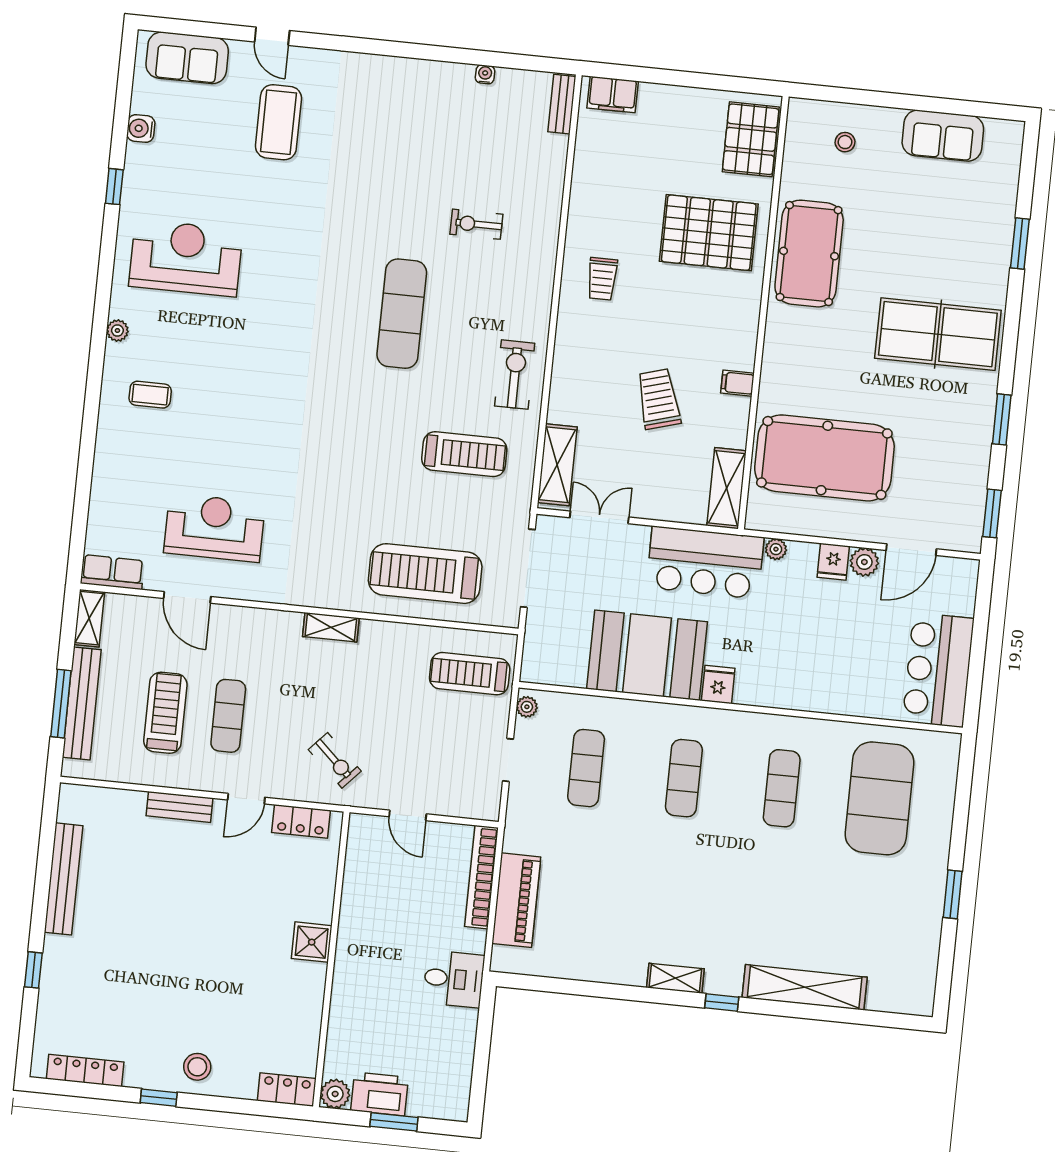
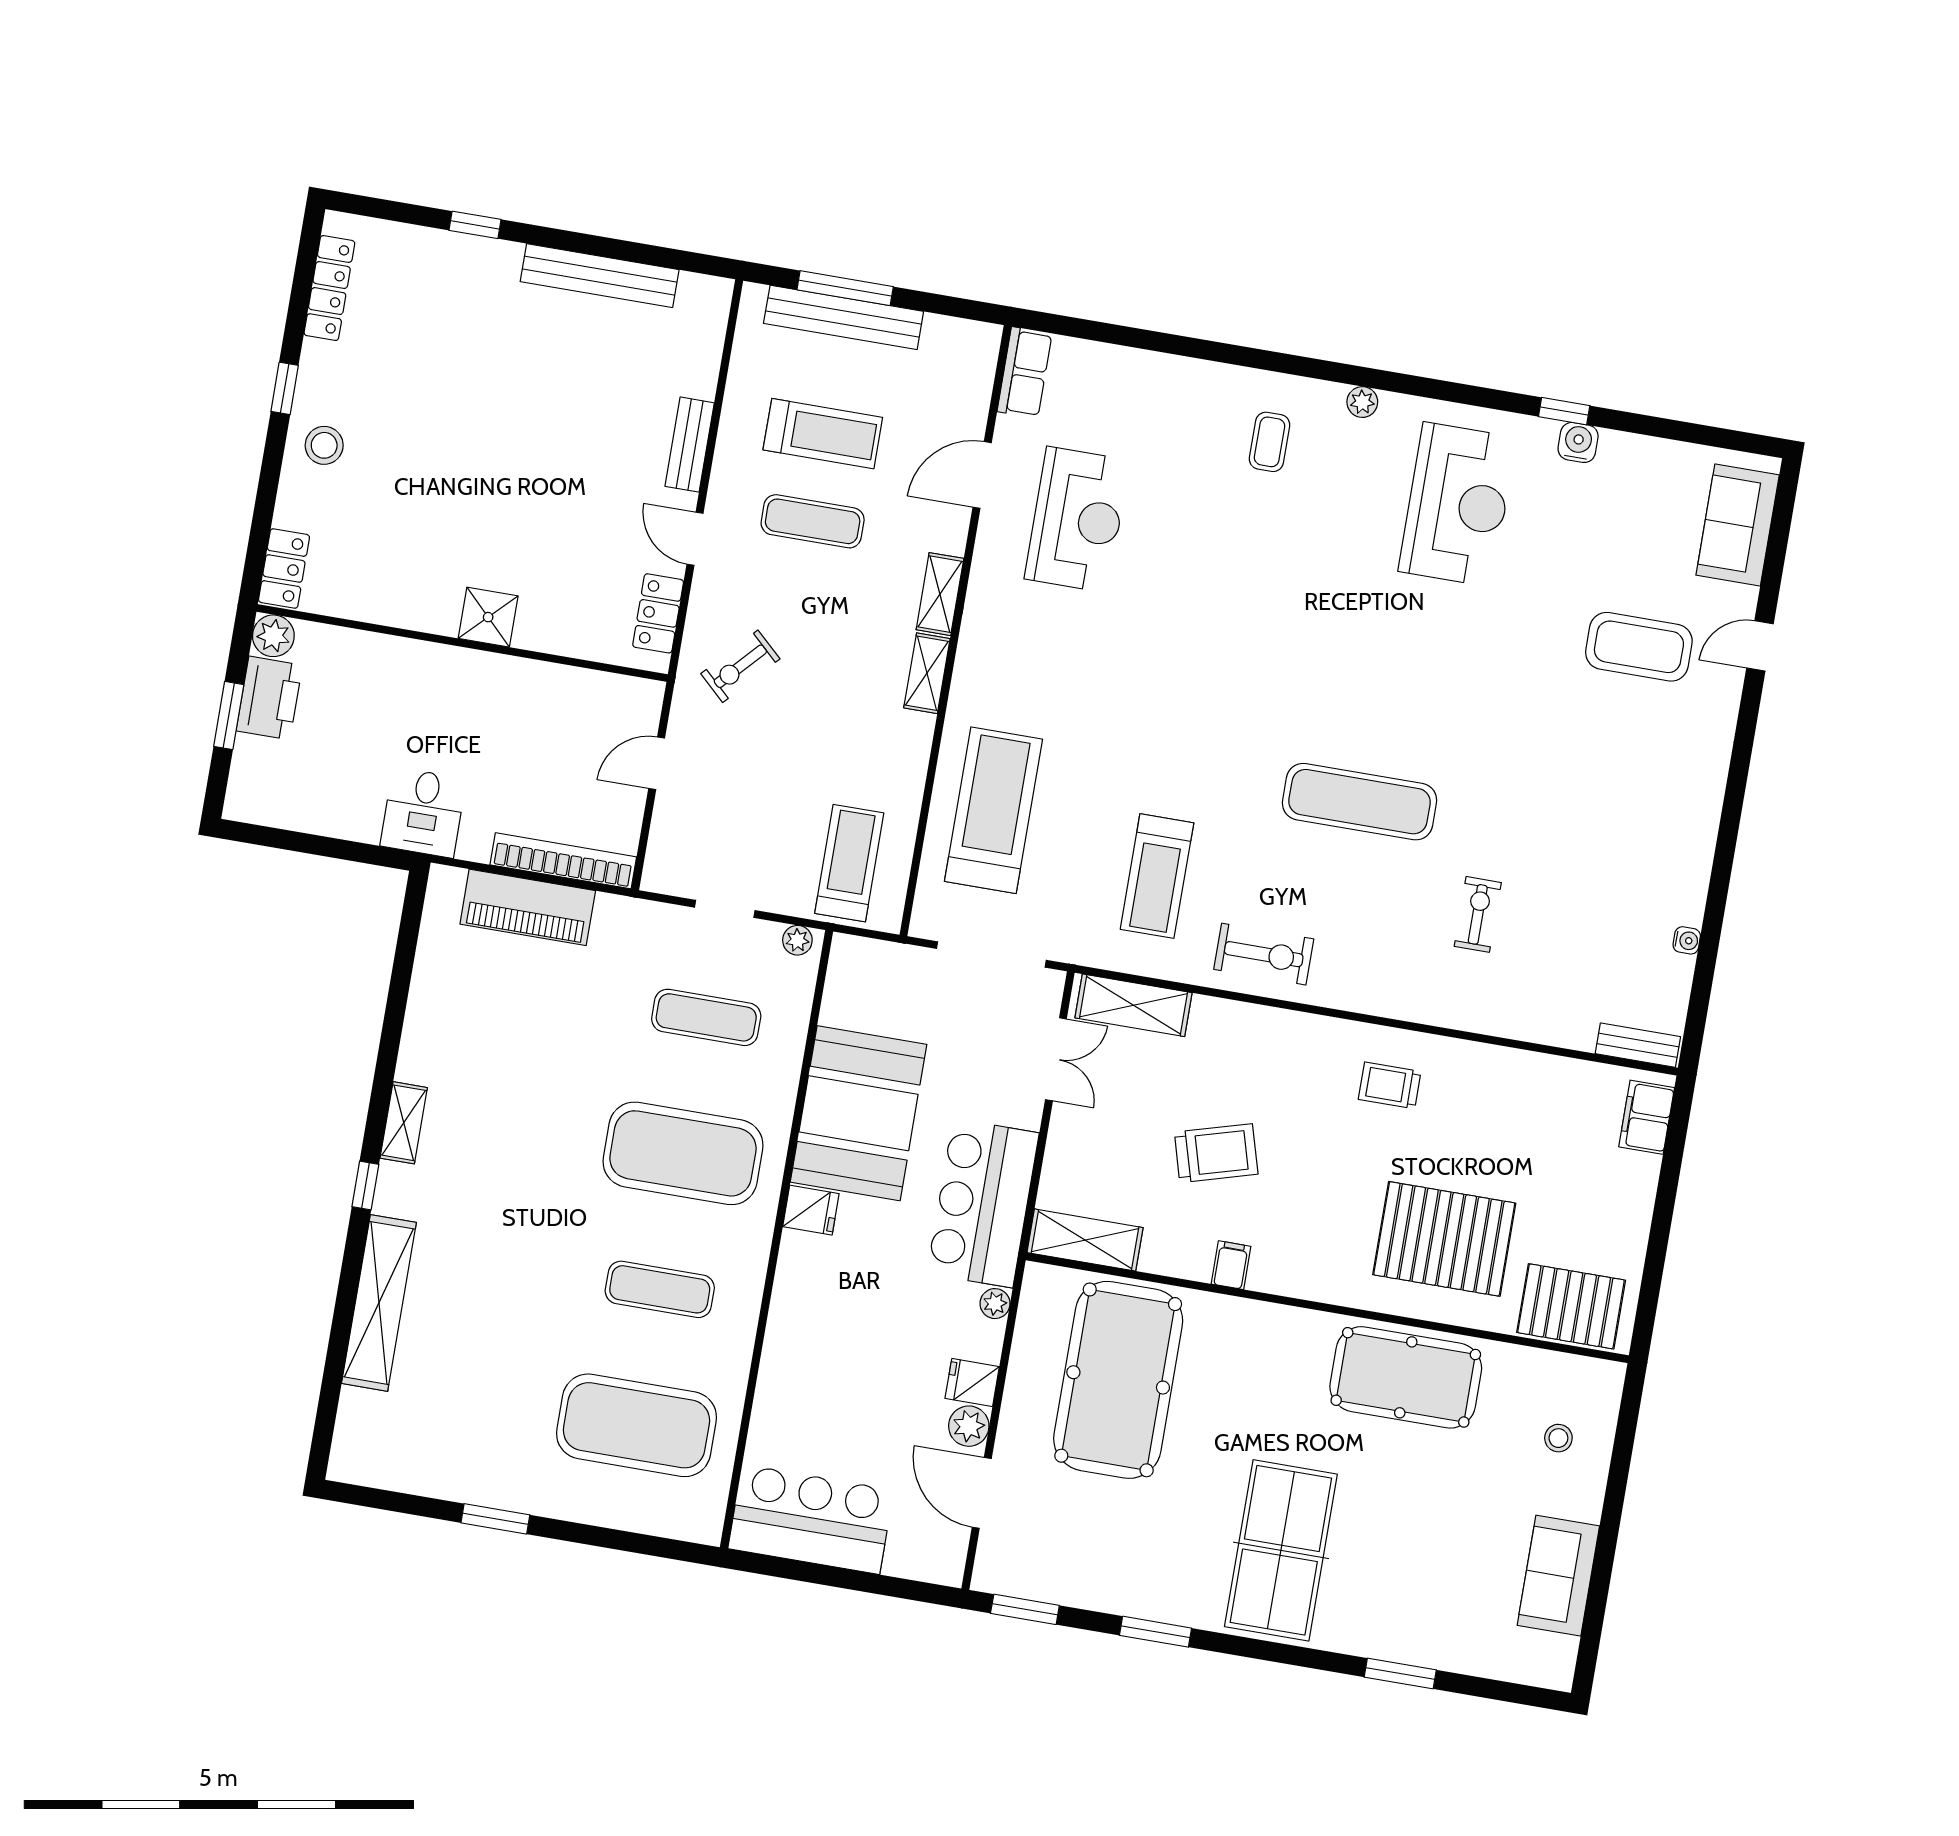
water cooler: (141, 129) -> (1578, 442), moved
pallet: (709, 233) -> (1444, 1239), turned 90
shelving: (89, 618) -> (940, 594), moved, turned 90
exercise mat: (684, 778) -> (683, 1153), width x2.00, depth x1.45

